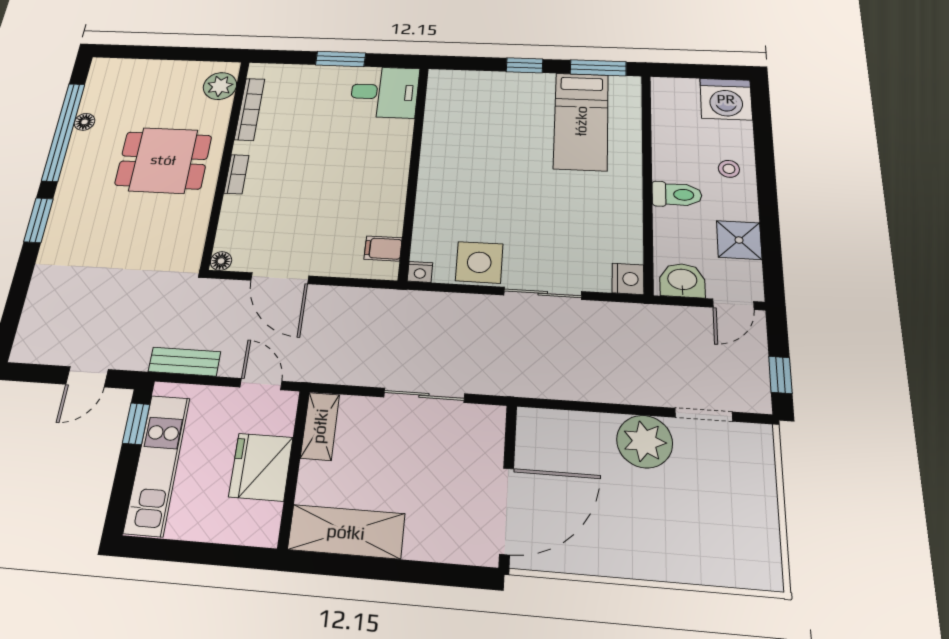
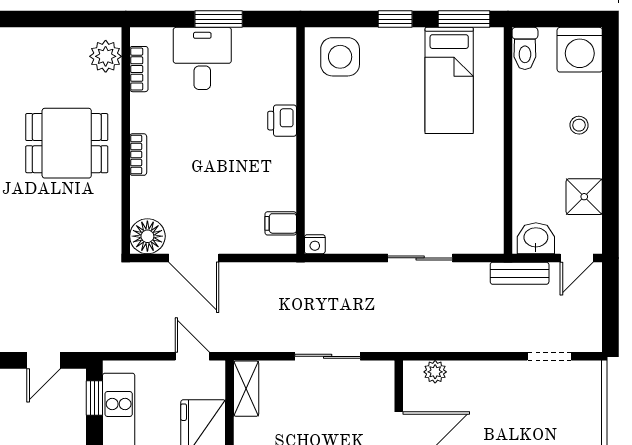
desk: (385, 92) -> (202, 58), moved, turned -90
bookcase: (250, 109) -> (139, 69), width x0.64
printer: (396, 150) -> (282, 121), added
toilet: (677, 194) -> (525, 48), moved, turned 90
floor lamp: (221, 261) -> (147, 236), width x1.89, depth x1.89
side table: (479, 262) -> (340, 57), moved
nightstand: (628, 279) -> (491, 240), removed
bench: (184, 362) -> (520, 273), moved
window: (780, 375) -> (610, 318), removed
plant: (645, 441) -> (435, 372), moved, width x0.53, depth x0.53

